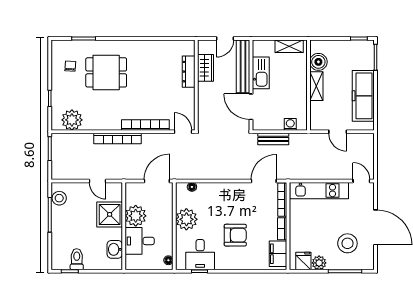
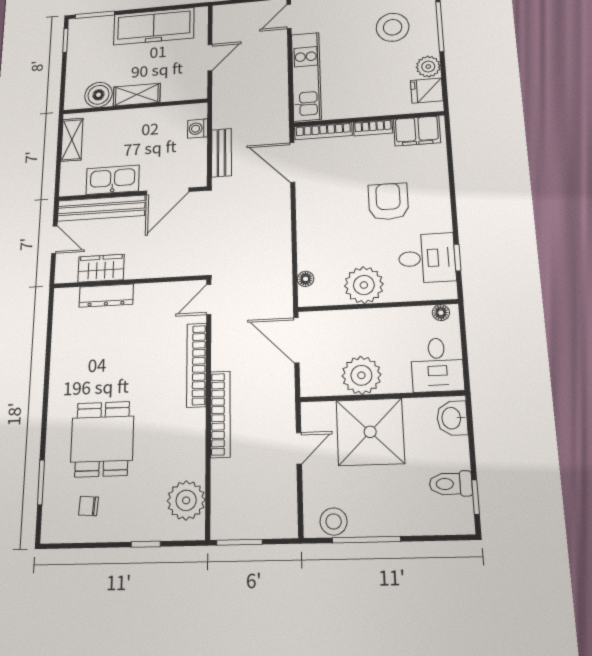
shower: (110, 214) -> (370, 432), width x1.37, depth x1.37
desk: (140, 241) -> (437, 365), moved
washbasin: (115, 249) -> (452, 418), moved, turned 90

